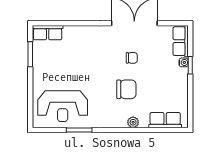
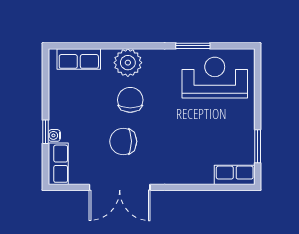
chair: (132, 58) -> (123, 141), width x1.87, depth x1.87
chair: (126, 89) -> (130, 100), turned 90
plant: (133, 122) -> (128, 63), width x1.88, depth x1.88

